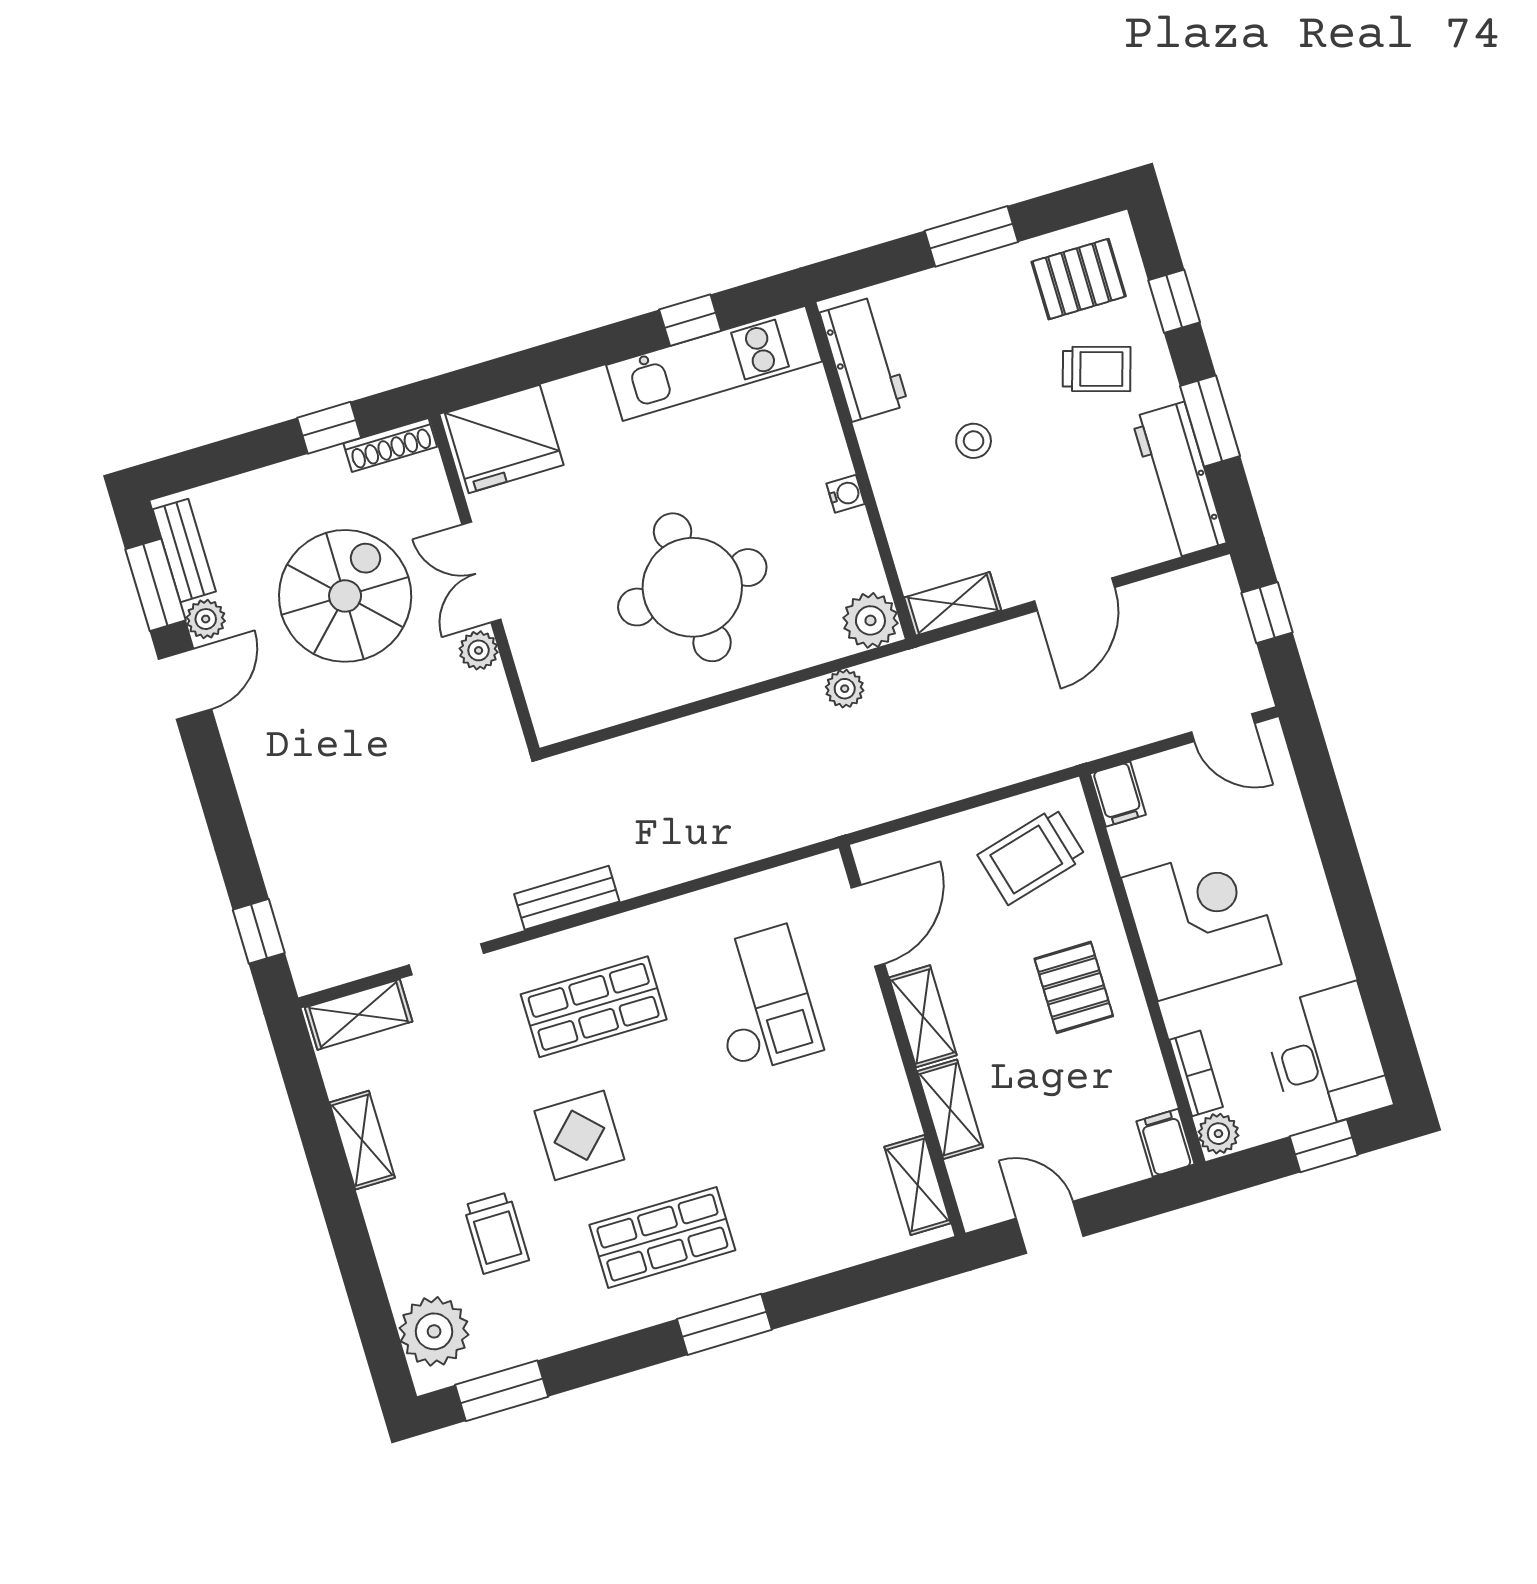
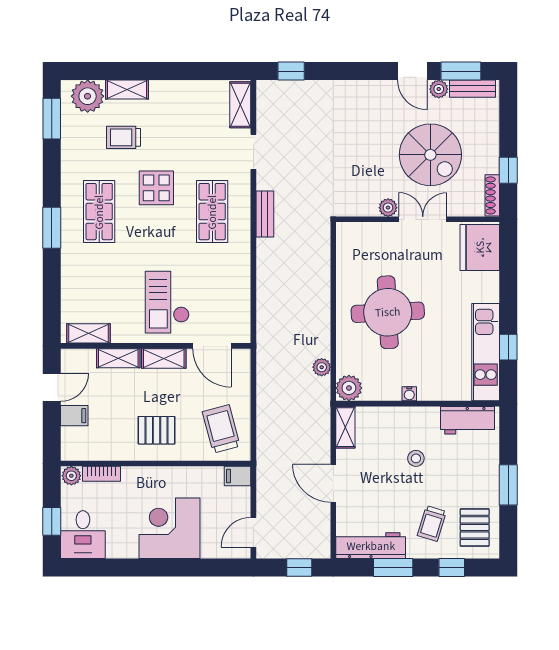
corner desk: (1201, 921) -> (169, 528), moved, turned 180
checkout: (761, 1000) -> (167, 302), moved, turned 90
desk: (1326, 1057) -> (83, 535), width x0.73
shelving: (362, 1140) -> (127, 90), moved
filing cabinet: (1165, 1143) -> (74, 416), moved

